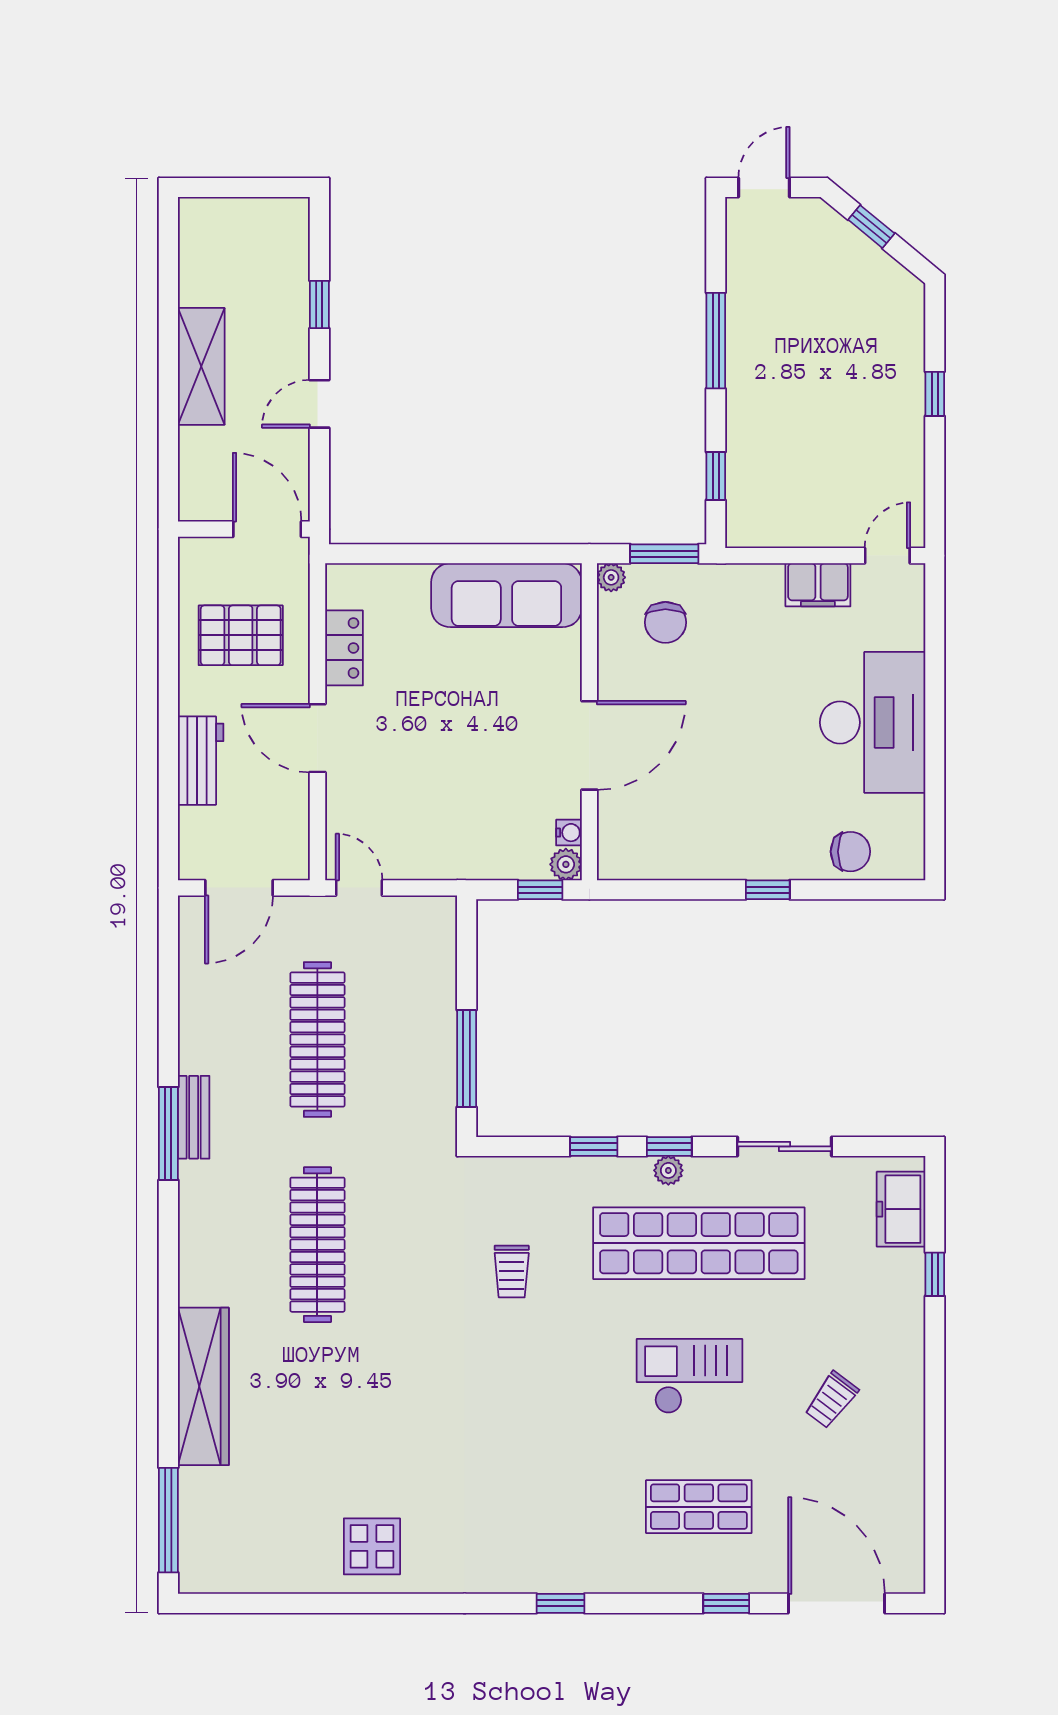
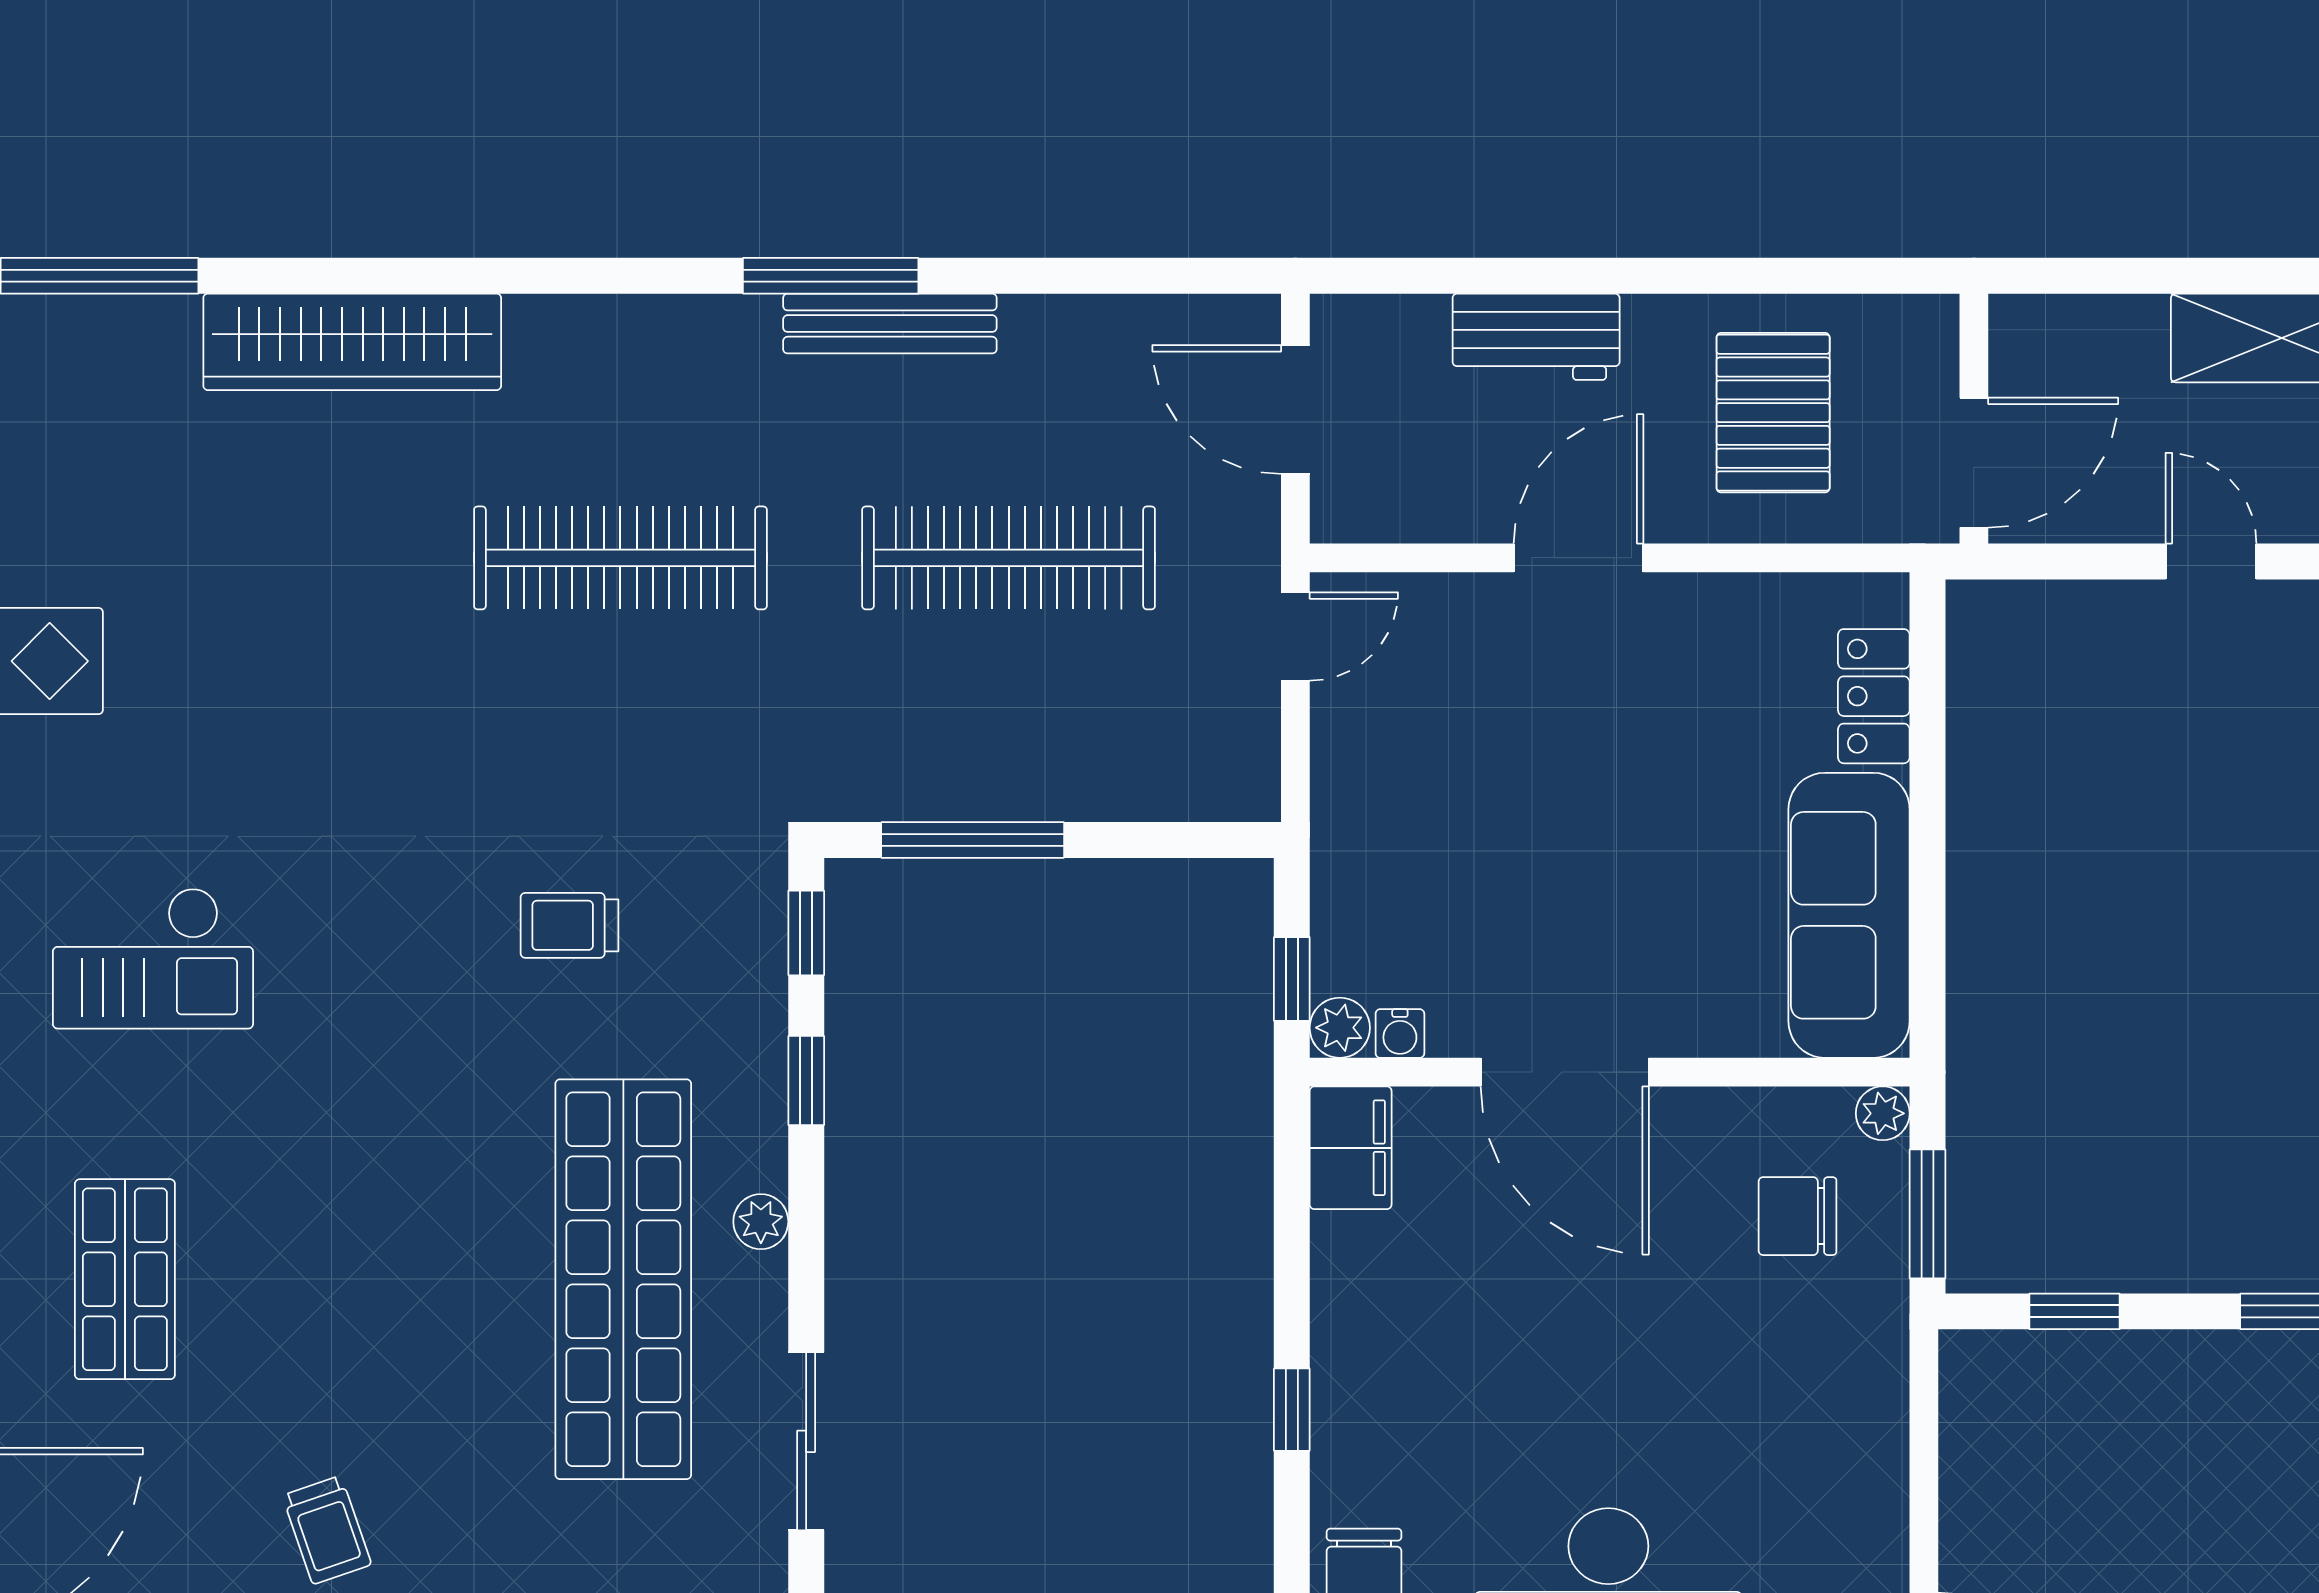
filing cabinet: (818, 585) -> (1351, 1148), moved, turned 180
locker: (344, 648) -> (1874, 696), moved, turned 90
bench: (194, 1117) -> (890, 324), width x1.36
window: (669, 1146) -> (806, 933), moved
checkout: (690, 1376) -> (153, 958), moved, turned 90
trolley: (831, 1400) -> (327, 1530), turned -146

